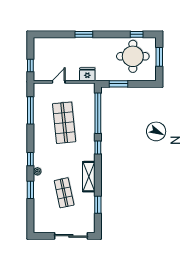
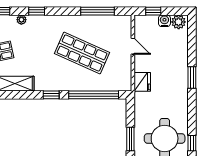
plant: (39, 45) -> (179, 22), added
water cooler: (38, 56) -> (164, 21), added
window: (118, 84) -> (130, 139), moved
shop shelf: (64, 123) -> (82, 53), turned 30

